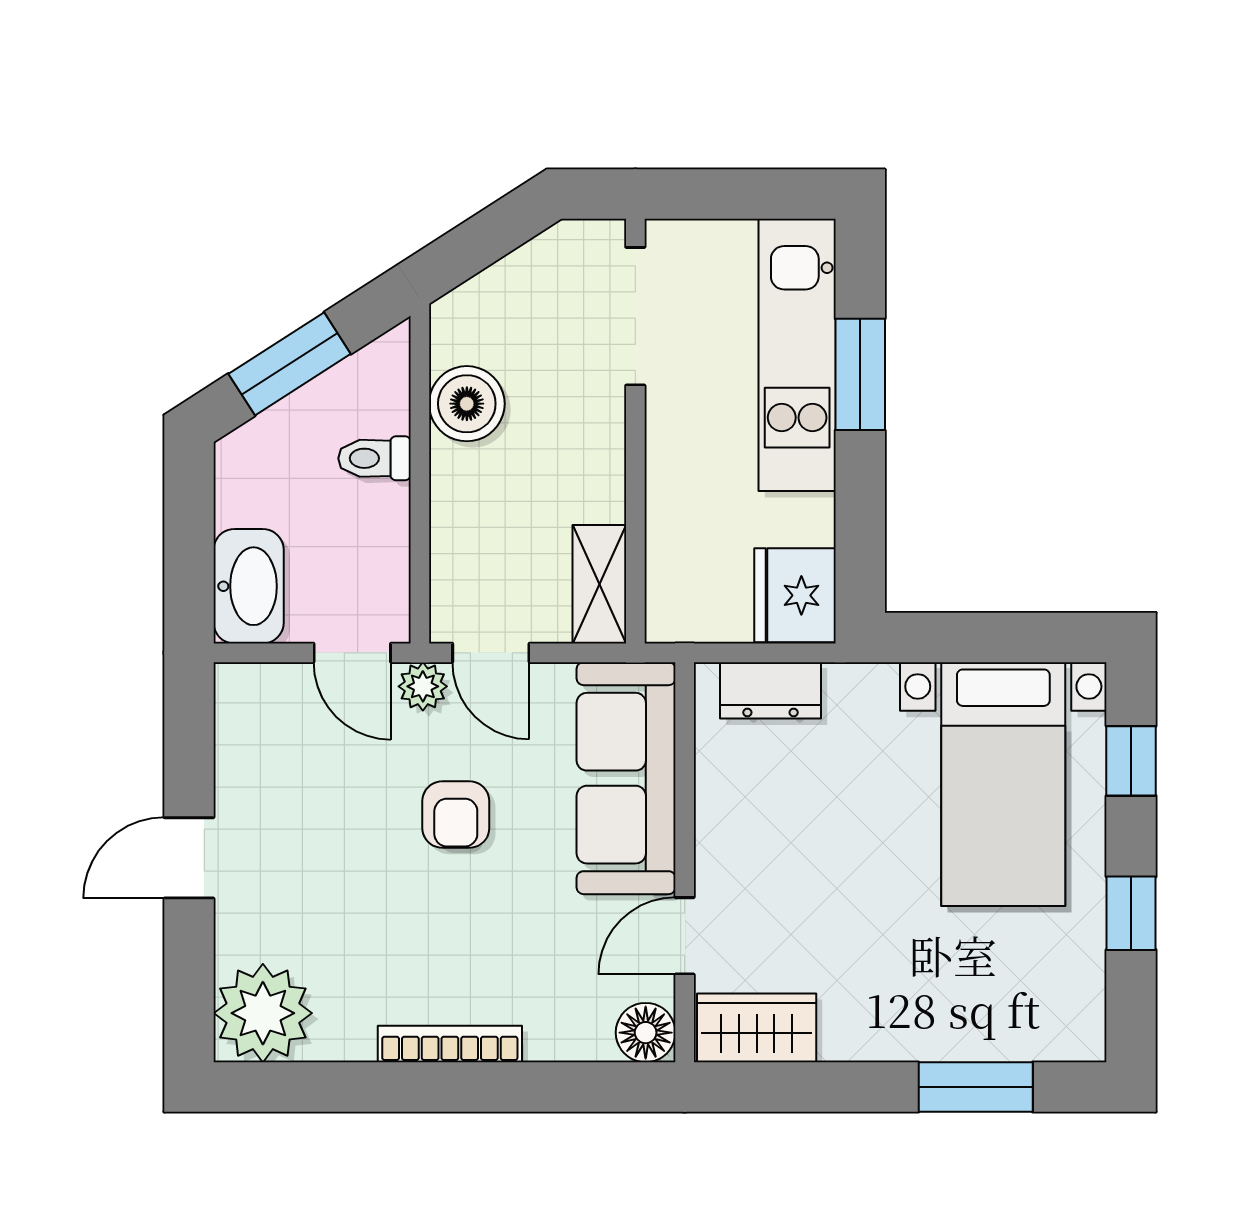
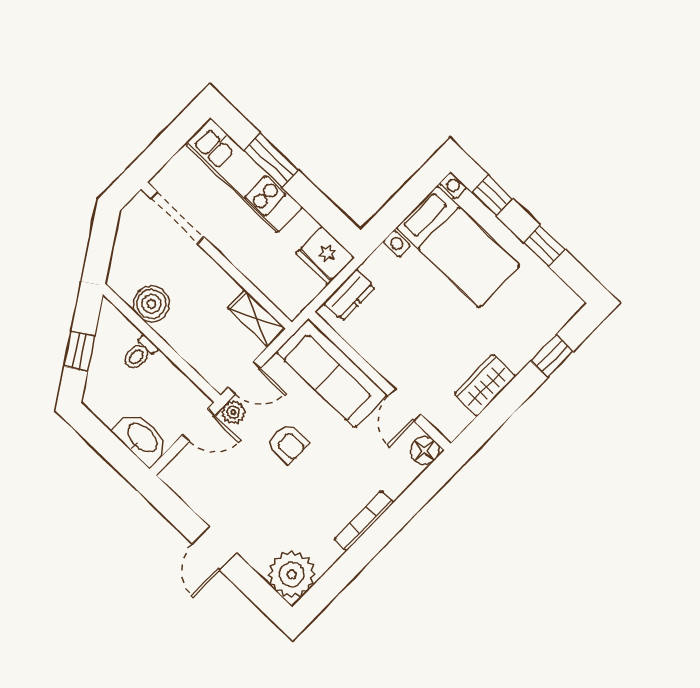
window: (290, 364) -> (79, 351), width x0.67
wardrobe: (757, 1028) -> (485, 385), moved
window: (976, 1087) -> (552, 356), width x0.67

